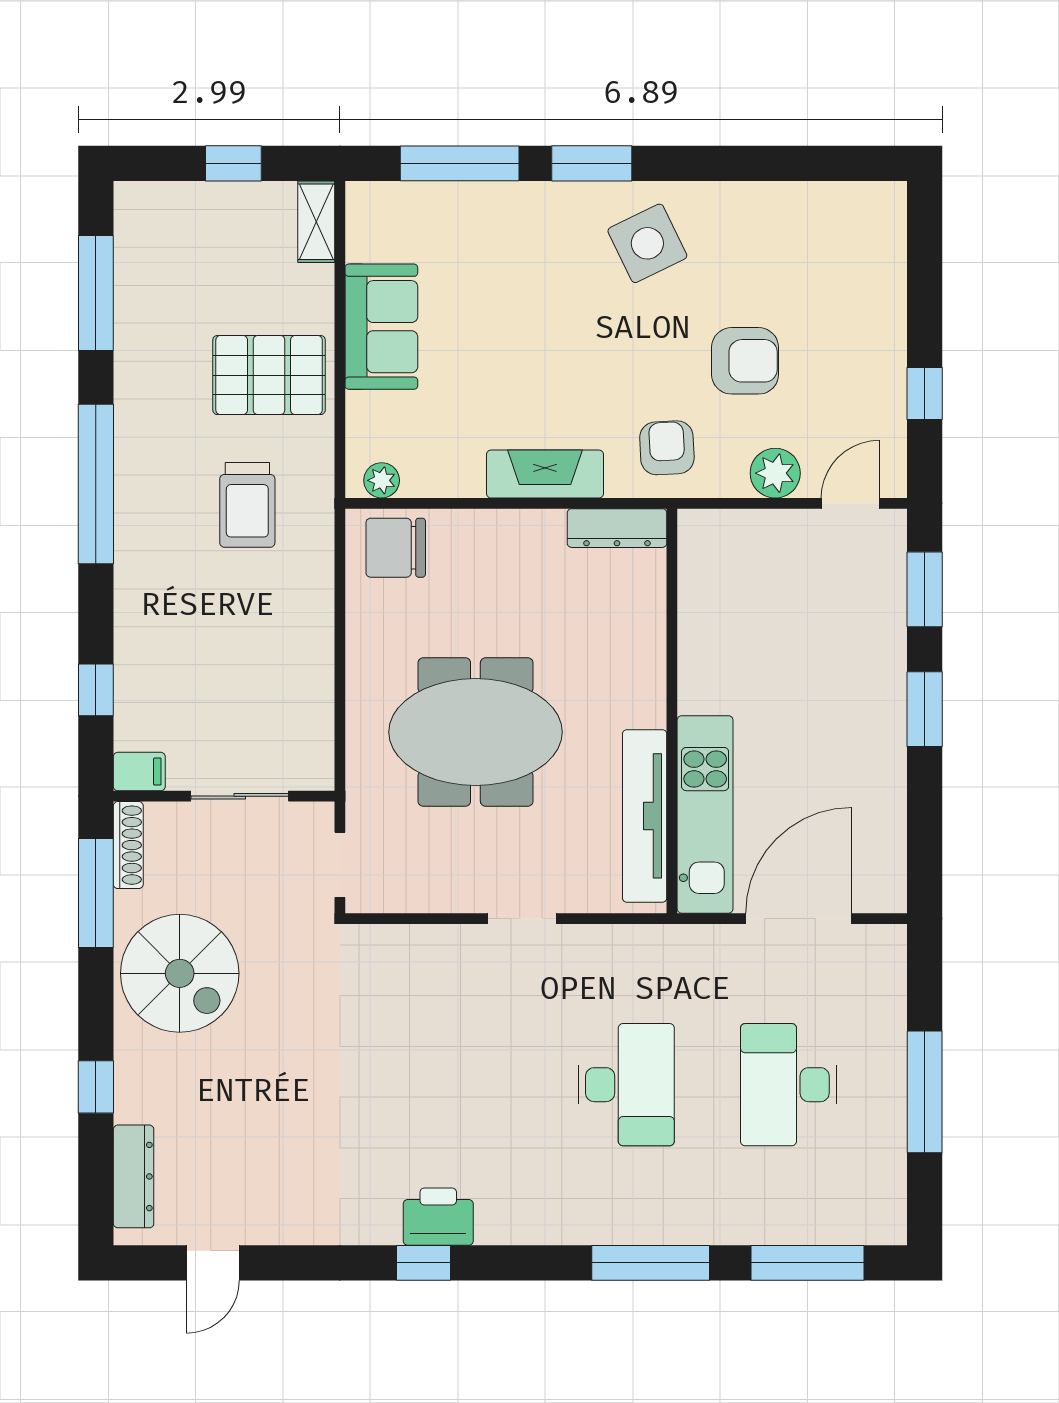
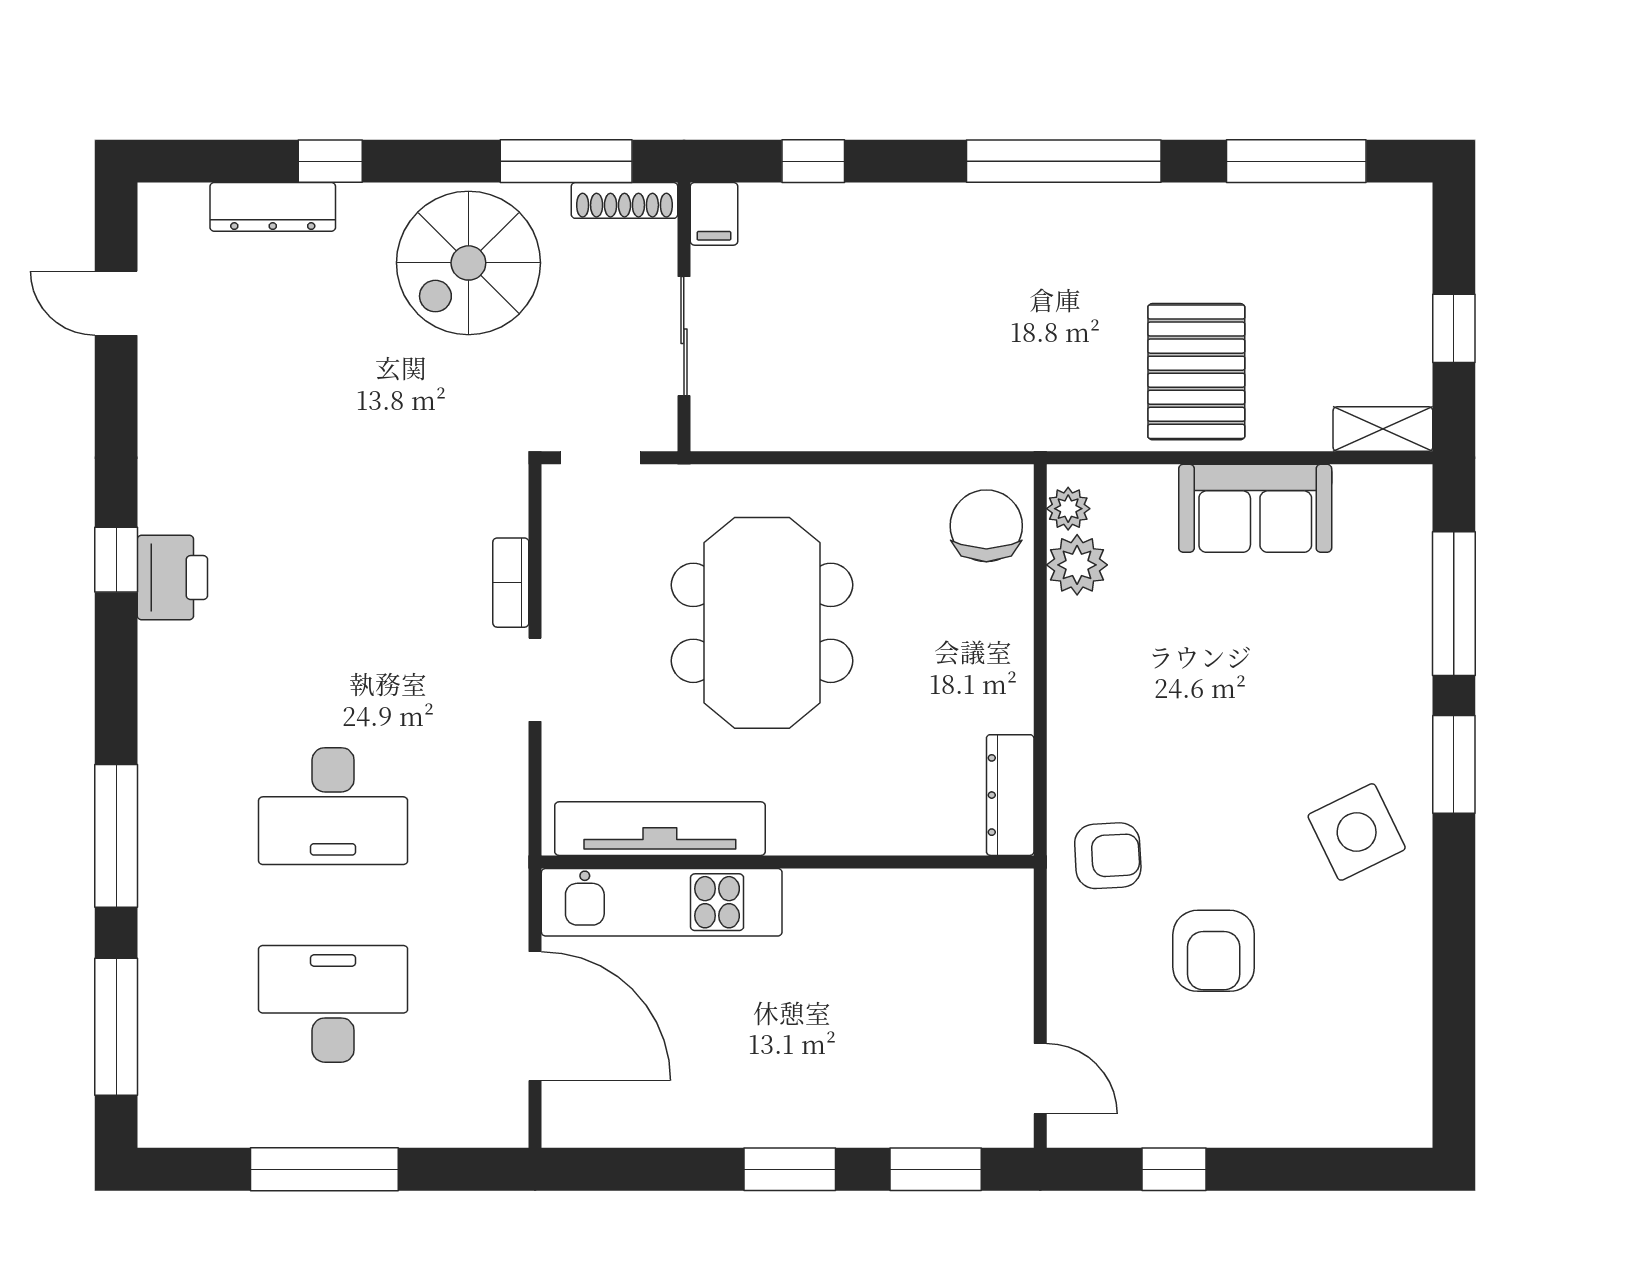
plant: (775, 473) -> (1077, 565), moved
fireplace: (545, 474) -> (1076, 707), removed
trolley: (247, 505) -> (1038, 345), removed
bookcase: (442, 938) -> (511, 583), added
dresser: (134, 1176) -> (273, 207), moved

